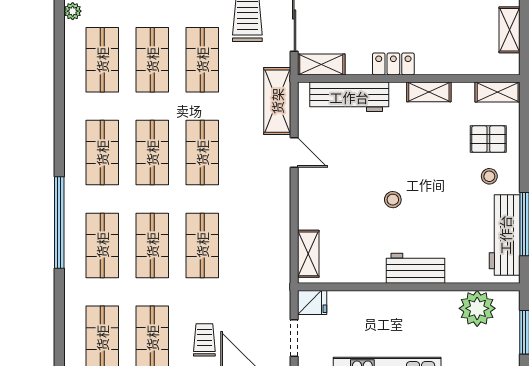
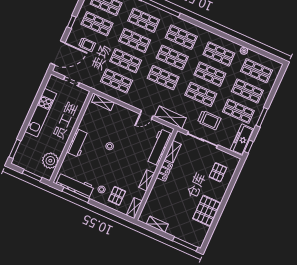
shelving: (321, 64) -> (173, 152), moved
shop shelf: (252, 245) -> (117, 81), added
fridge: (312, 302) -> (83, 95), removed

